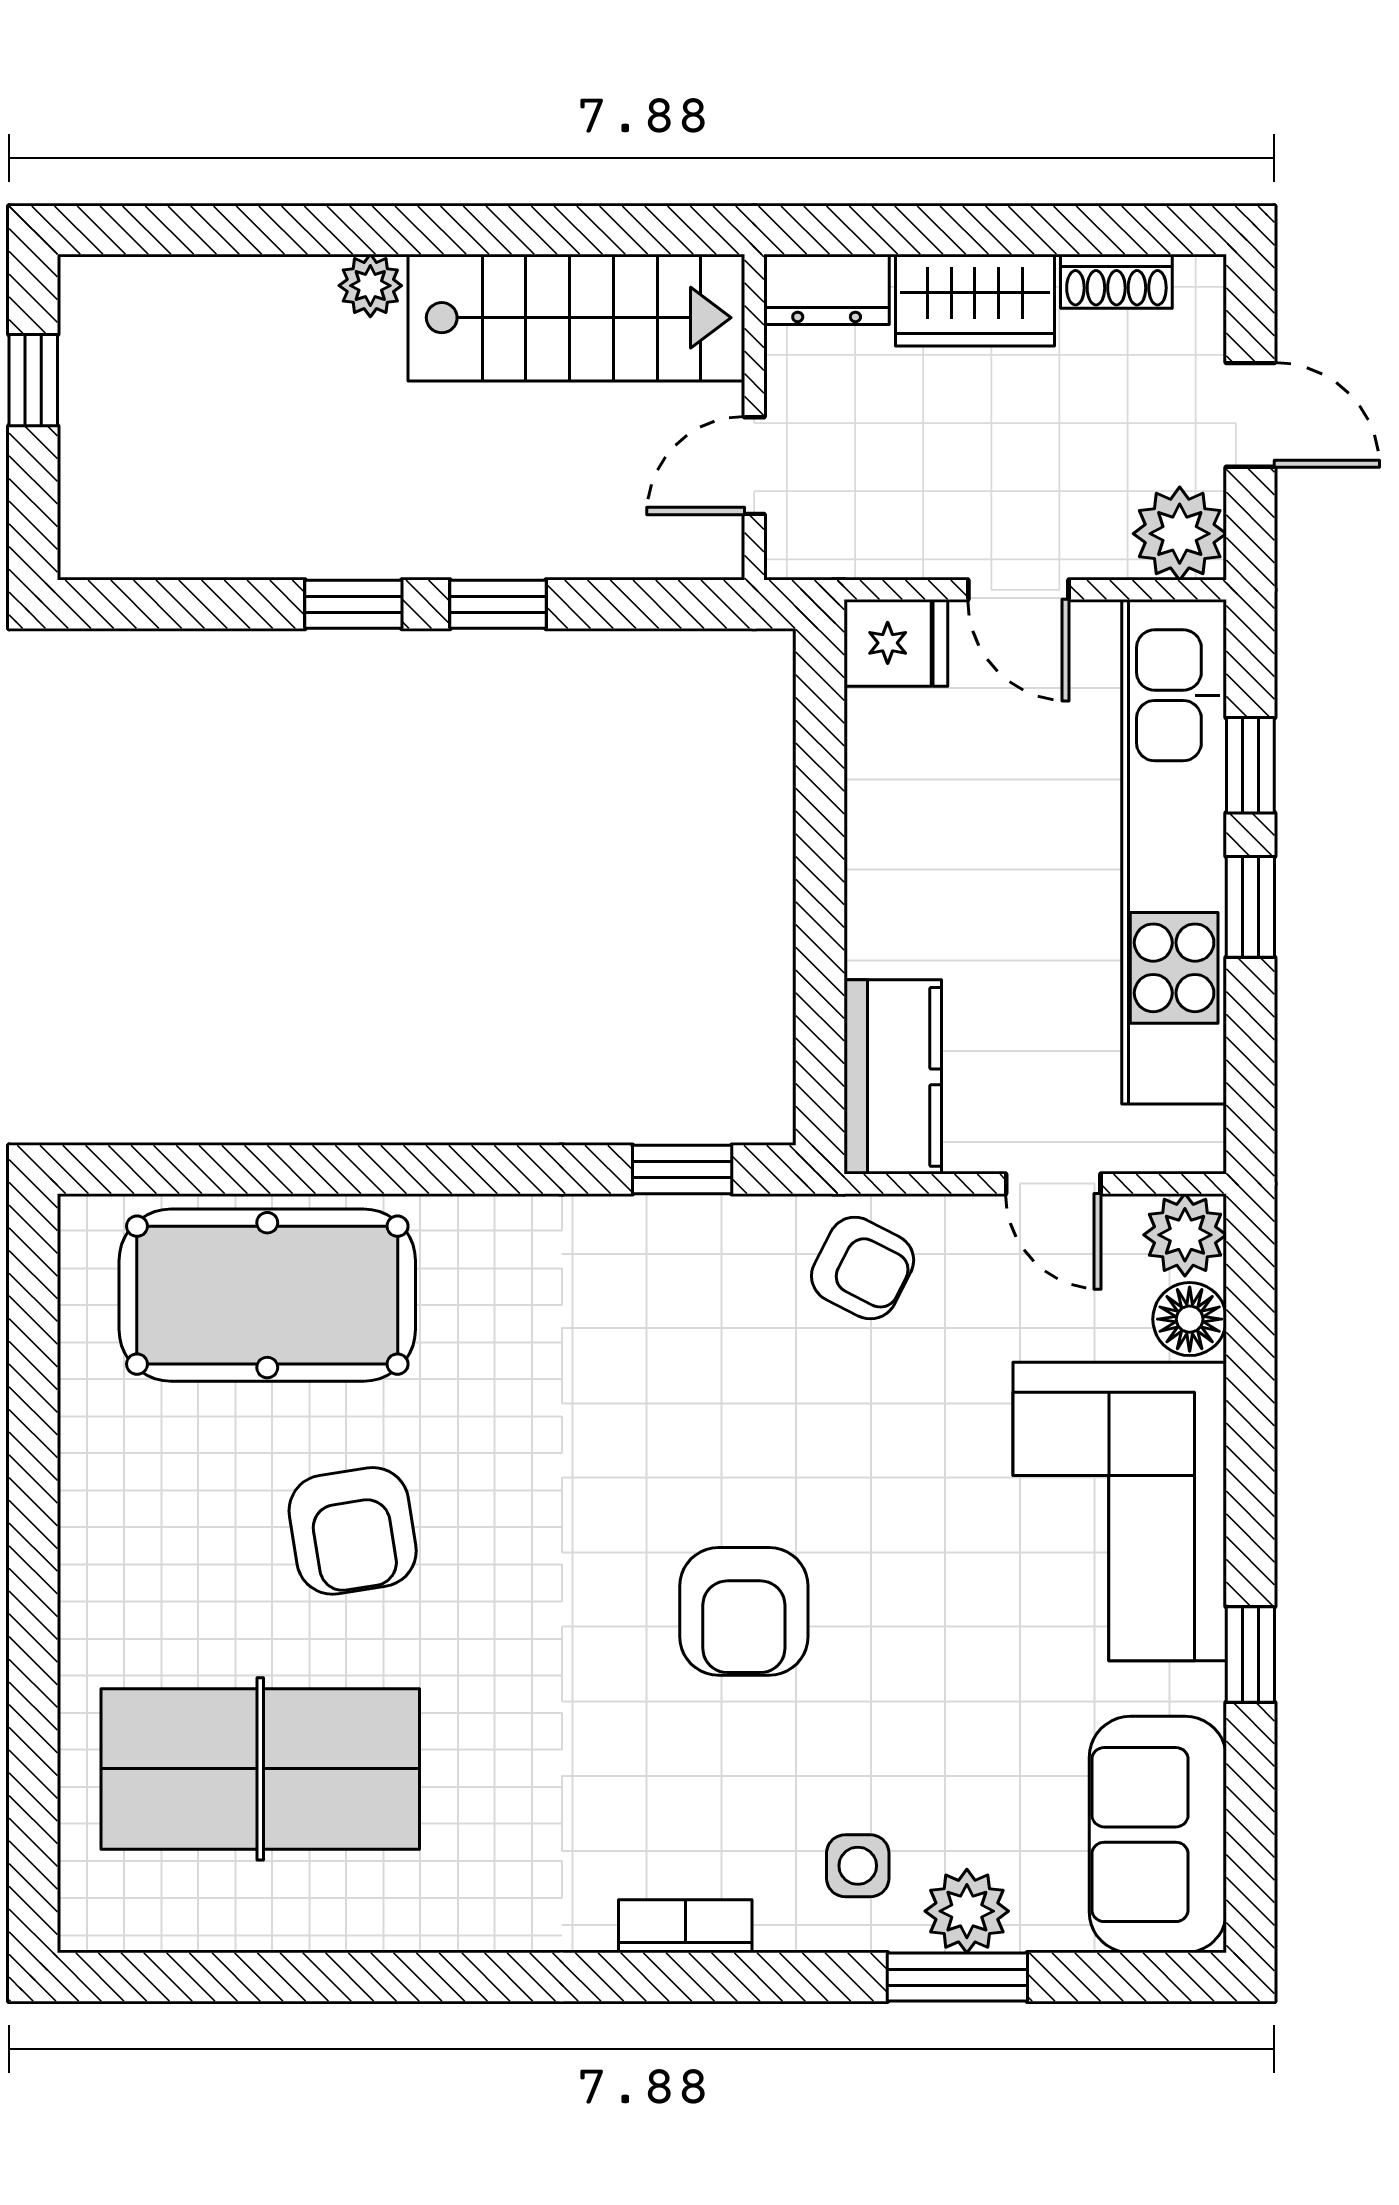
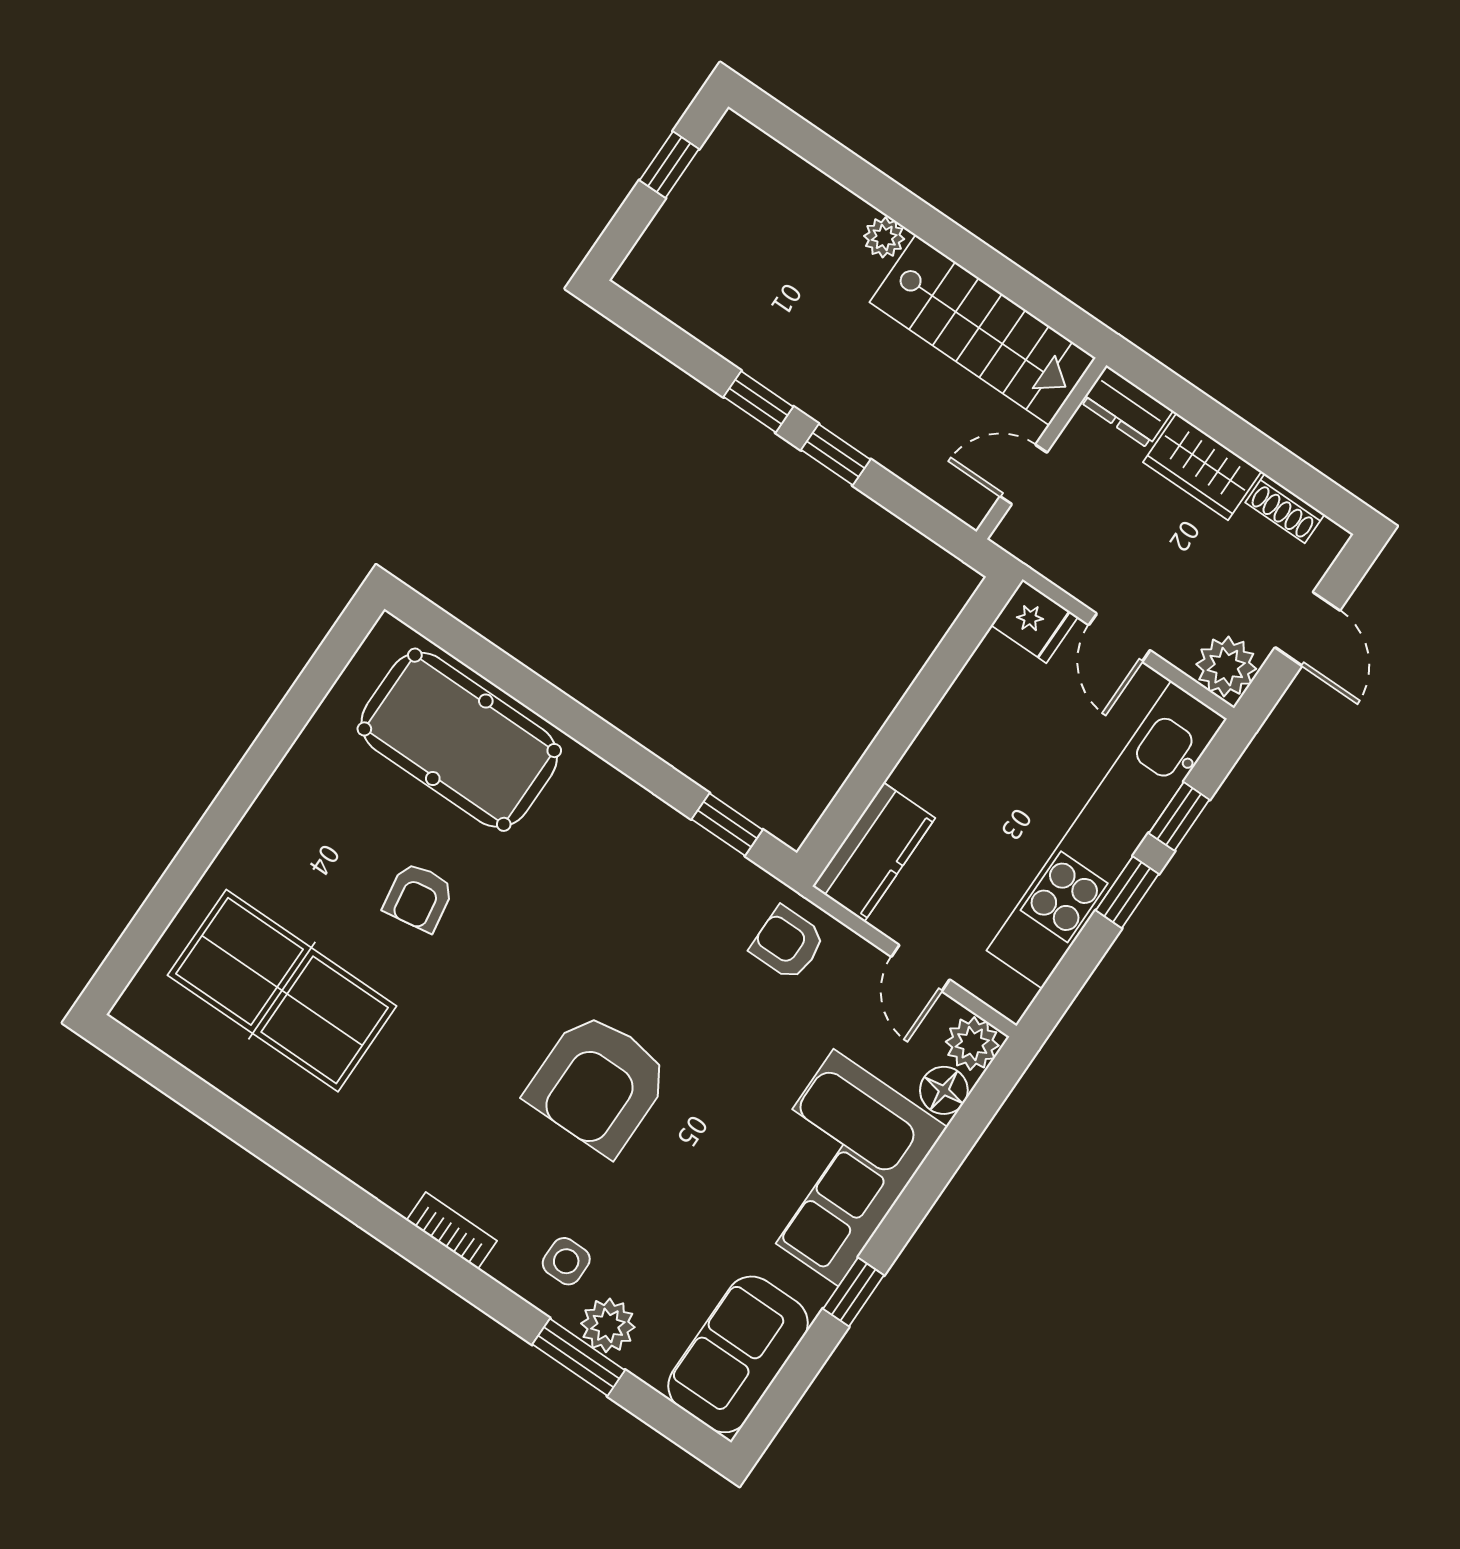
armchair: (863, 1268) -> (788, 943), turned 153
armchair: (353, 1531) -> (419, 897), width x0.72, depth x0.72
armchair: (744, 1611) -> (598, 1083), width x1.36, depth x1.36

